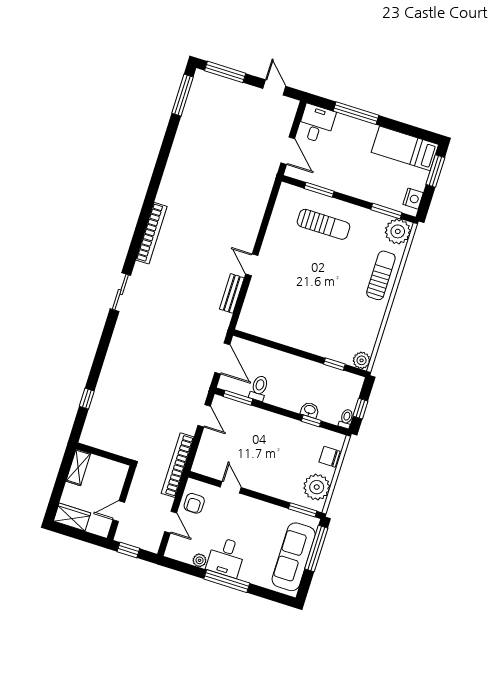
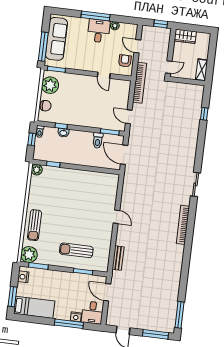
nightstand: (343, 122) -> (76, 317), added
bench: (232, 293) -> (118, 258), moved
door: (119, 511) -> (169, 67), moved
wardrobe: (72, 517) -> (185, 36), moved

